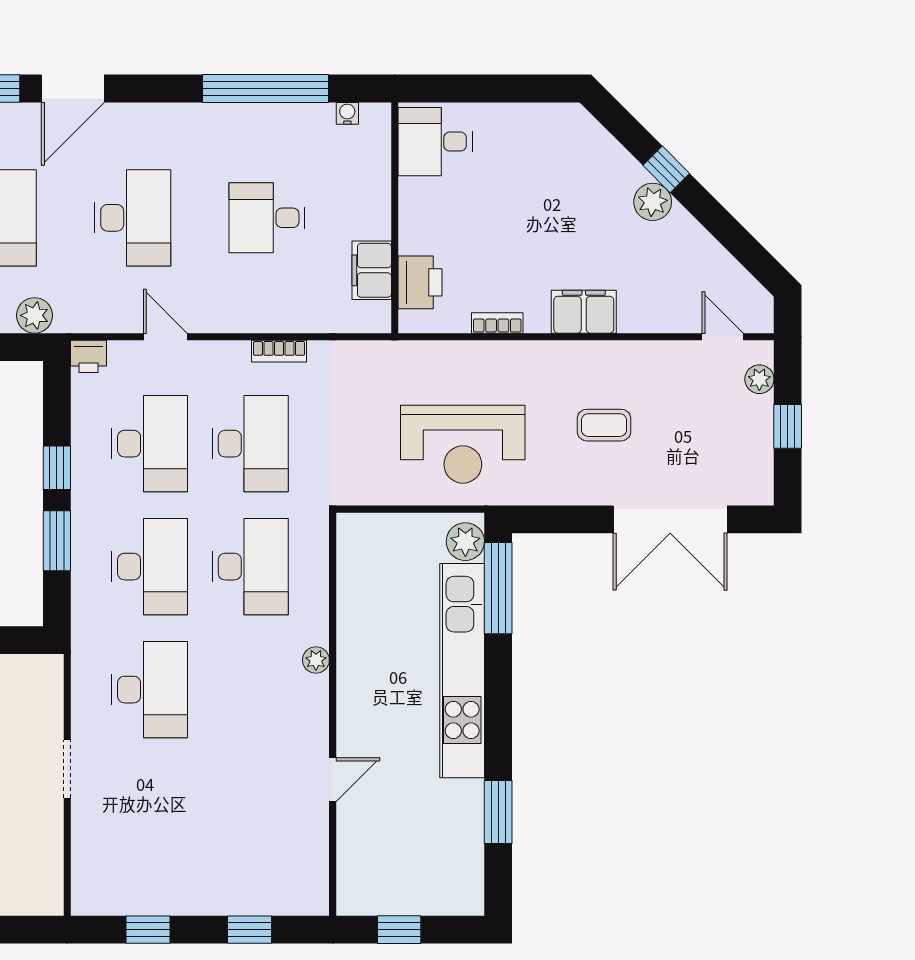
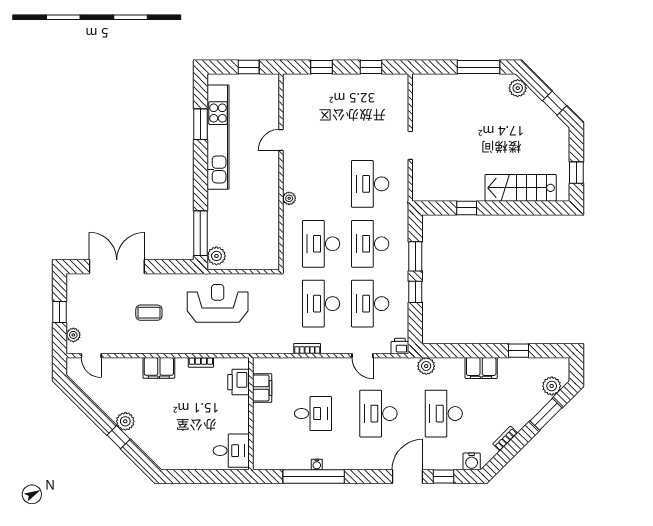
water cooler: (347, 113) -> (317, 464), moved
kitchen unit: (462, 671) -> (218, 137), moved

